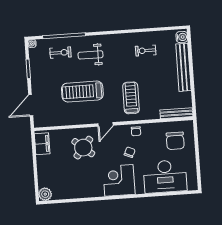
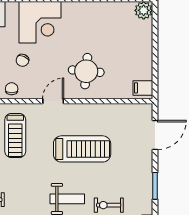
filing cabinet: (42, 144) -> (143, 88), width x0.50
round table: (83, 148) -> (86, 71), turned -35

